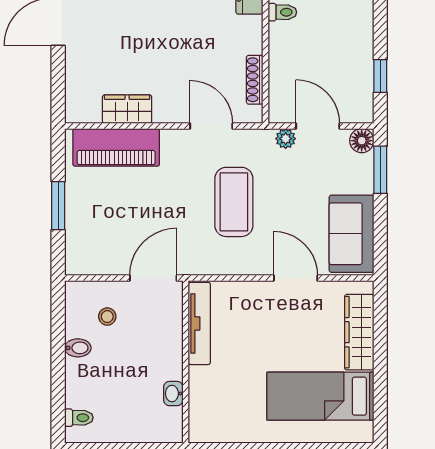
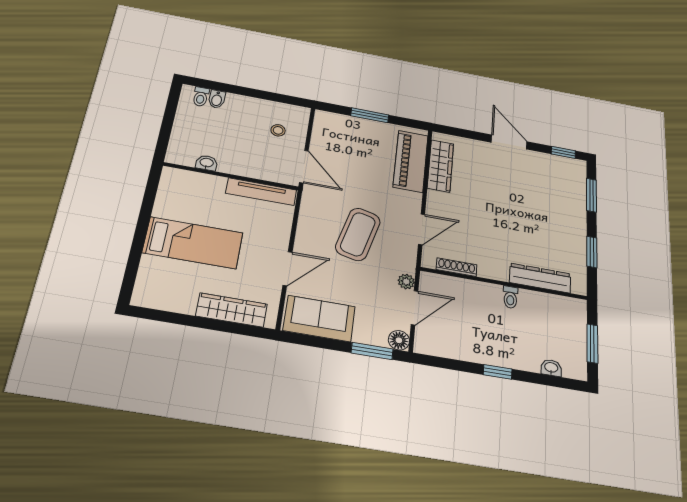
window: (380, 76) -> (498, 372), moved
wardrobe: (127, 109) -> (440, 166), width x1.50
coffee table: (234, 202) -> (358, 234), turned -76
bidet: (78, 348) -> (217, 99), moved
bed: (320, 396) -> (193, 243), moved, turned 90

